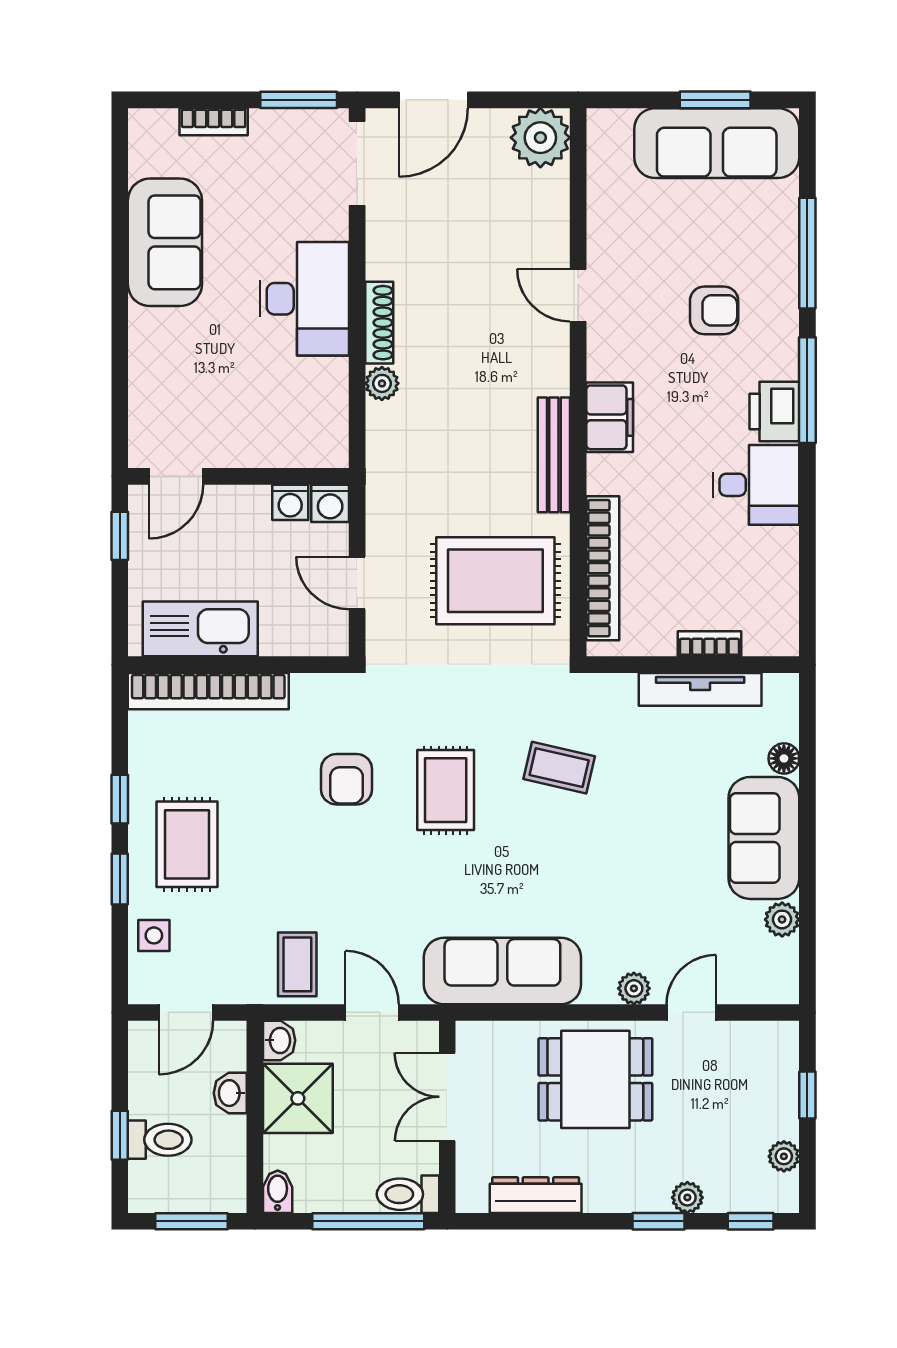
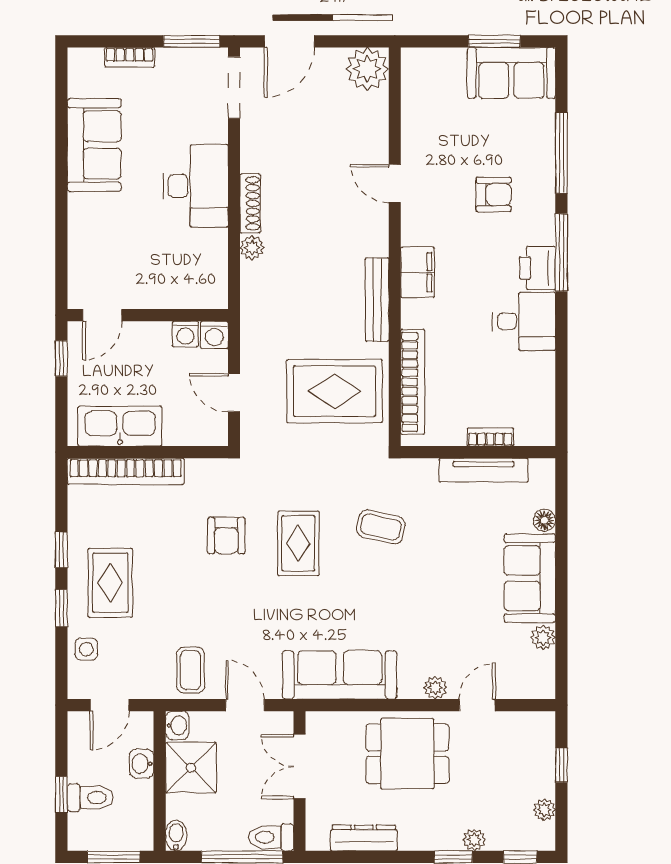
sofa: (717, 143) -> (511, 73), width x0.73

